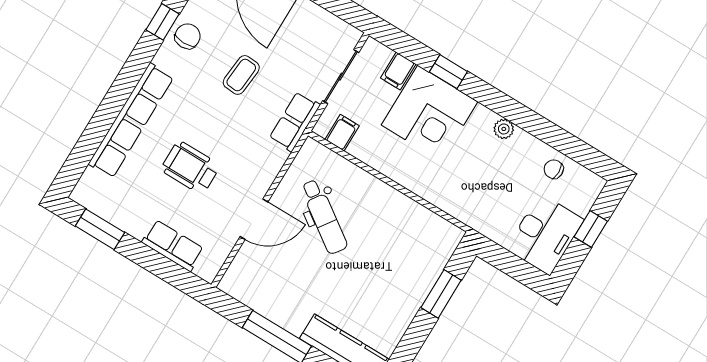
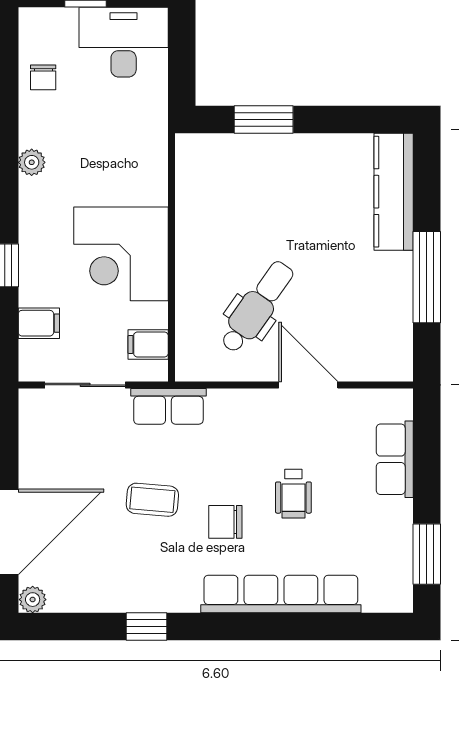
chair: (188, 36) -> (225, 522), moved
corner desk: (430, 113) -> (121, 254), moved, turned 180
wheelchair: (190, 168) -> (293, 494), width x0.73, depth x0.73

